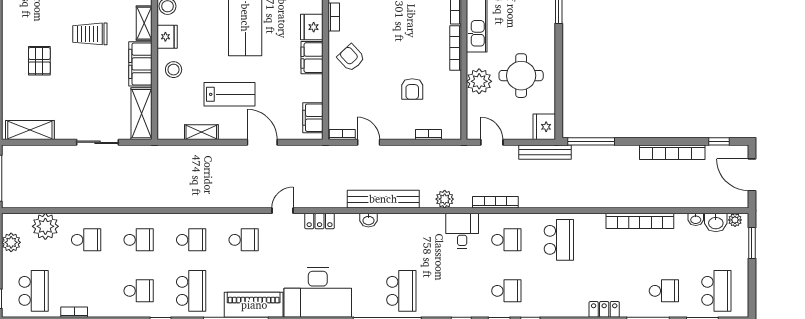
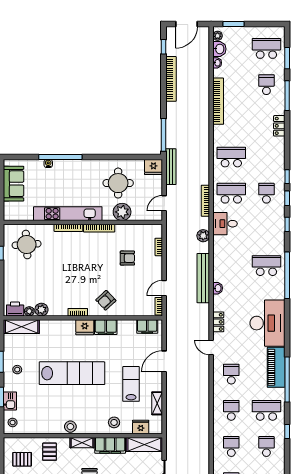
fridge: (167, 37) -> (141, 427), moved
school desk: (506, 240) -> (231, 193), width x1.85

